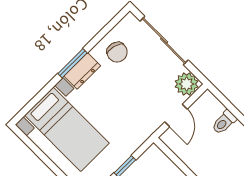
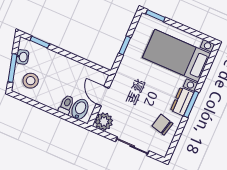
sliding door: (164, 41) -> (132, 146), width x0.73
bidet: (210, 110) -> (80, 109), added

